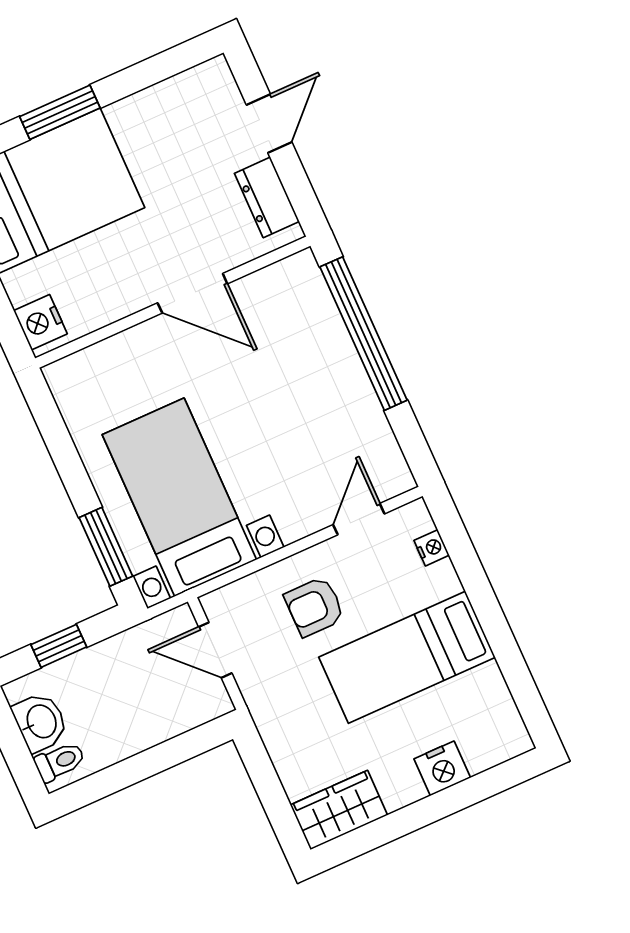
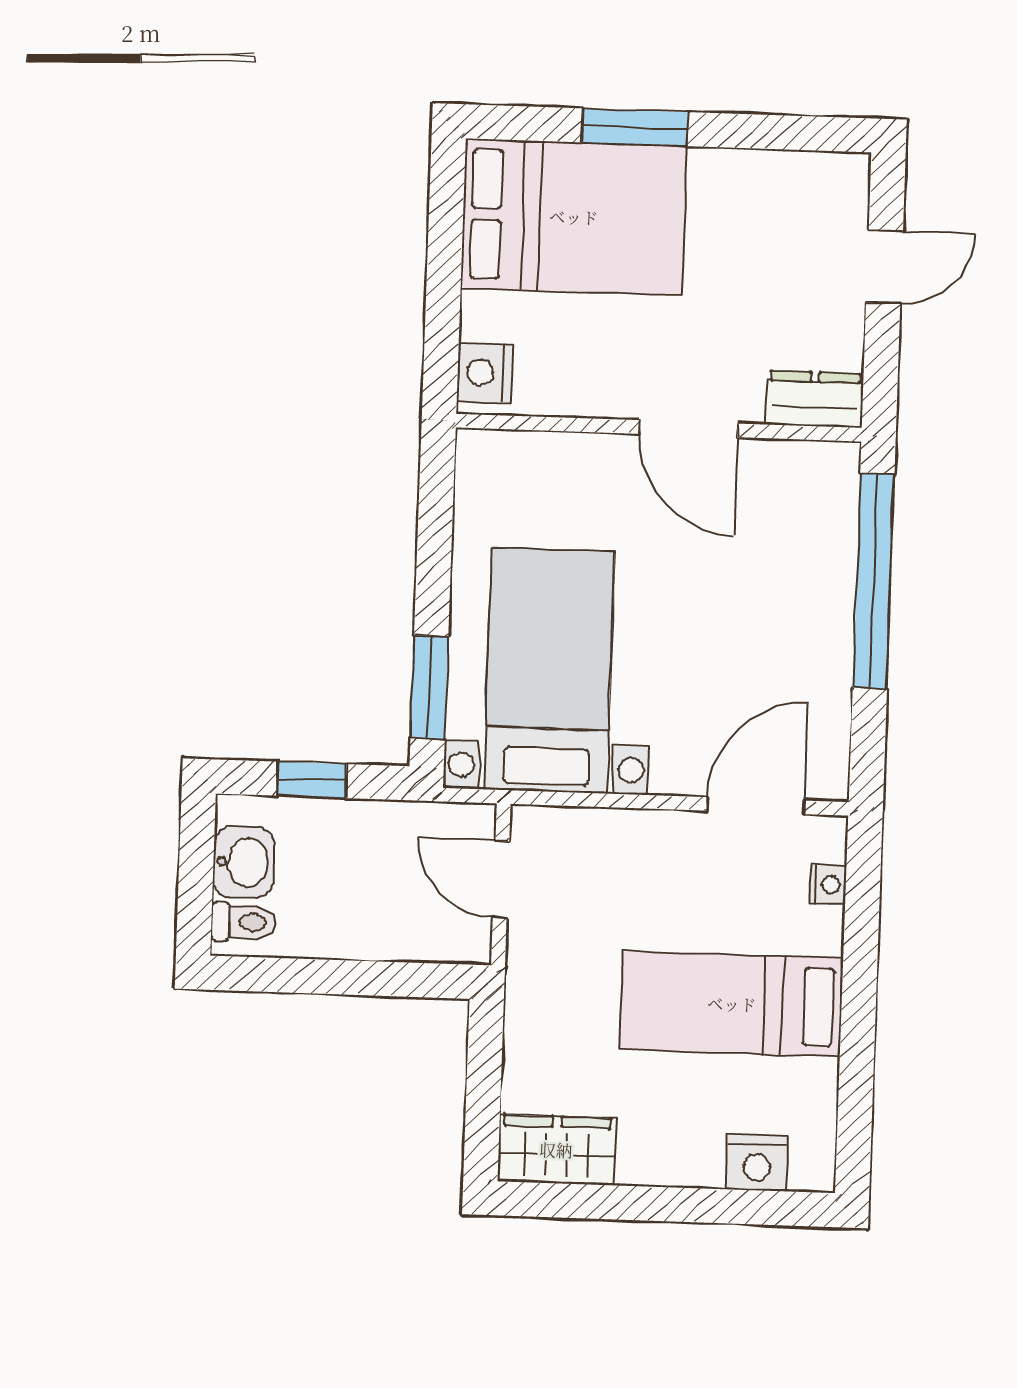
dresser: (267, 197) -> (815, 399), moved, turned 90
door: (359, 519) -> (756, 806), width x1.38
armchair: (314, 607) -> (649, 886), removed
nightstand: (442, 768) -> (757, 1163), moved

